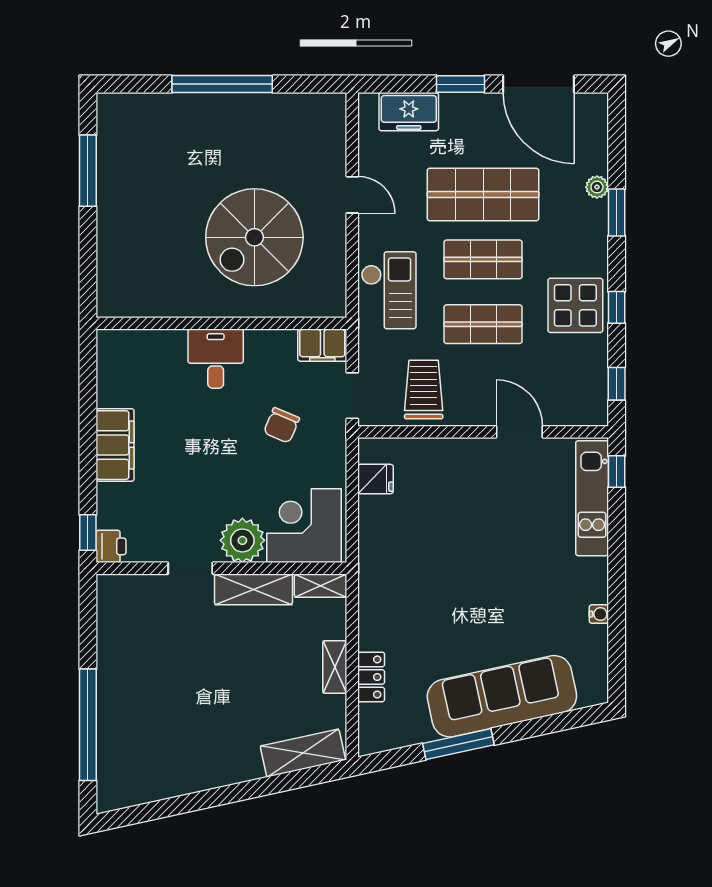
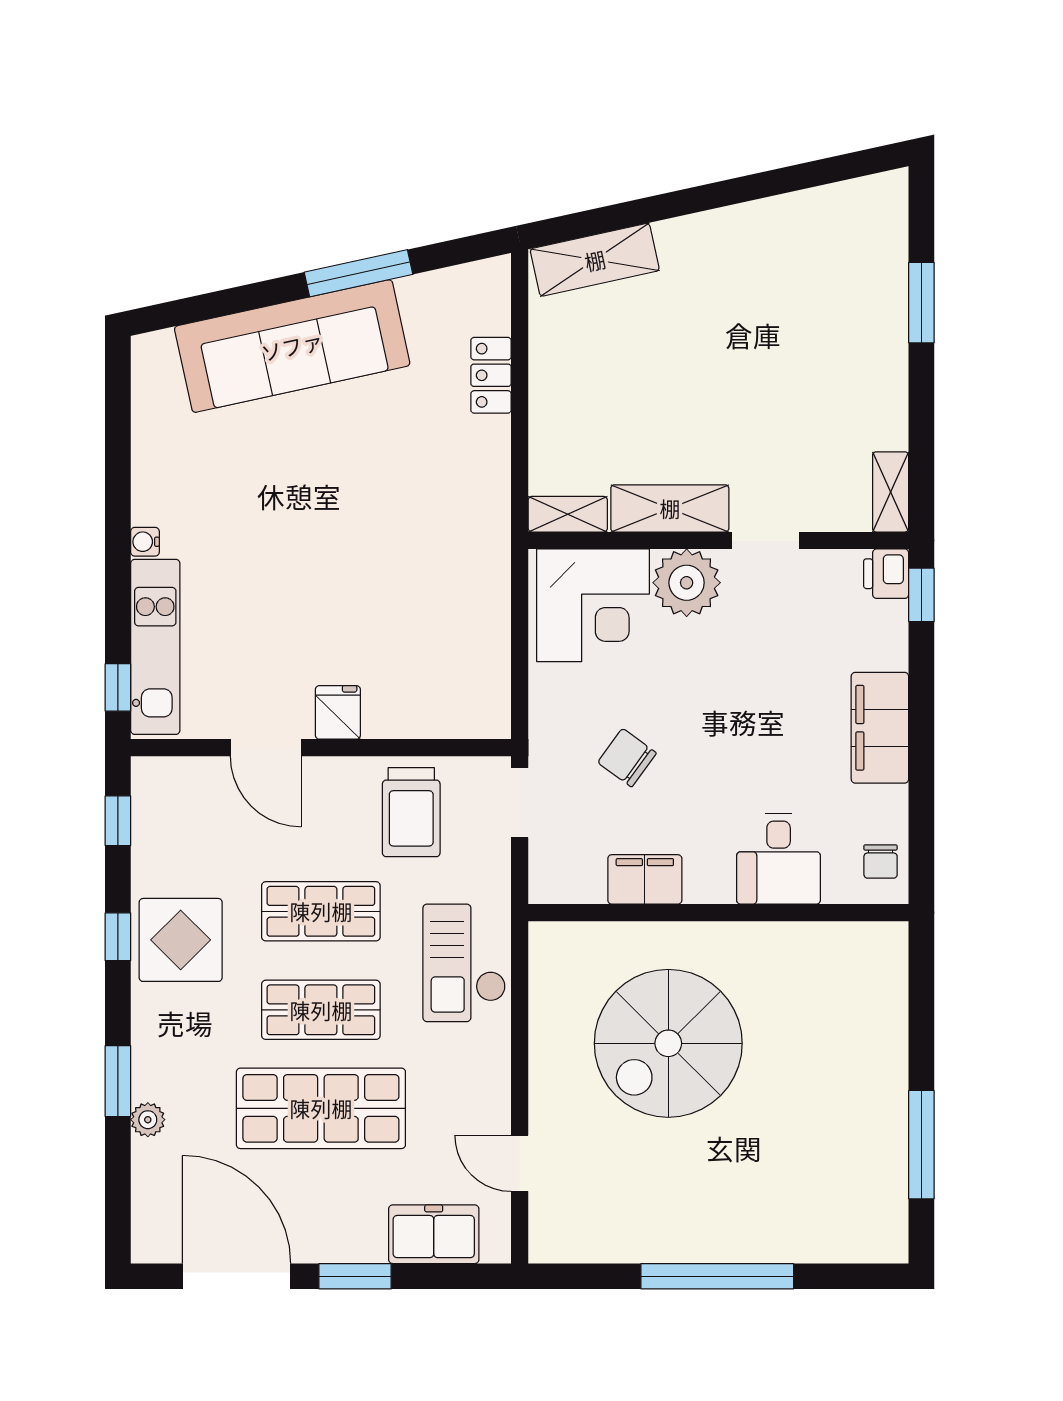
door: (352, 195) -> (520, 1163), moved
spiral stairs: (254, 237) -> (668, 1043), turned 180
filing cabinet: (322, 345) -> (645, 879), moved
chair: (115, 357) -> (881, 861), added
desk: (216, 359) -> (779, 859), moved
chair: (282, 425) -> (627, 758), turned -77
fridge: (375, 479) -> (338, 712), moved, turned 90
water cooler: (599, 614) -> (145, 542), moved
shelving: (335, 667) -> (891, 492), moved
window: (88, 725) -> (921, 303), width x0.47

